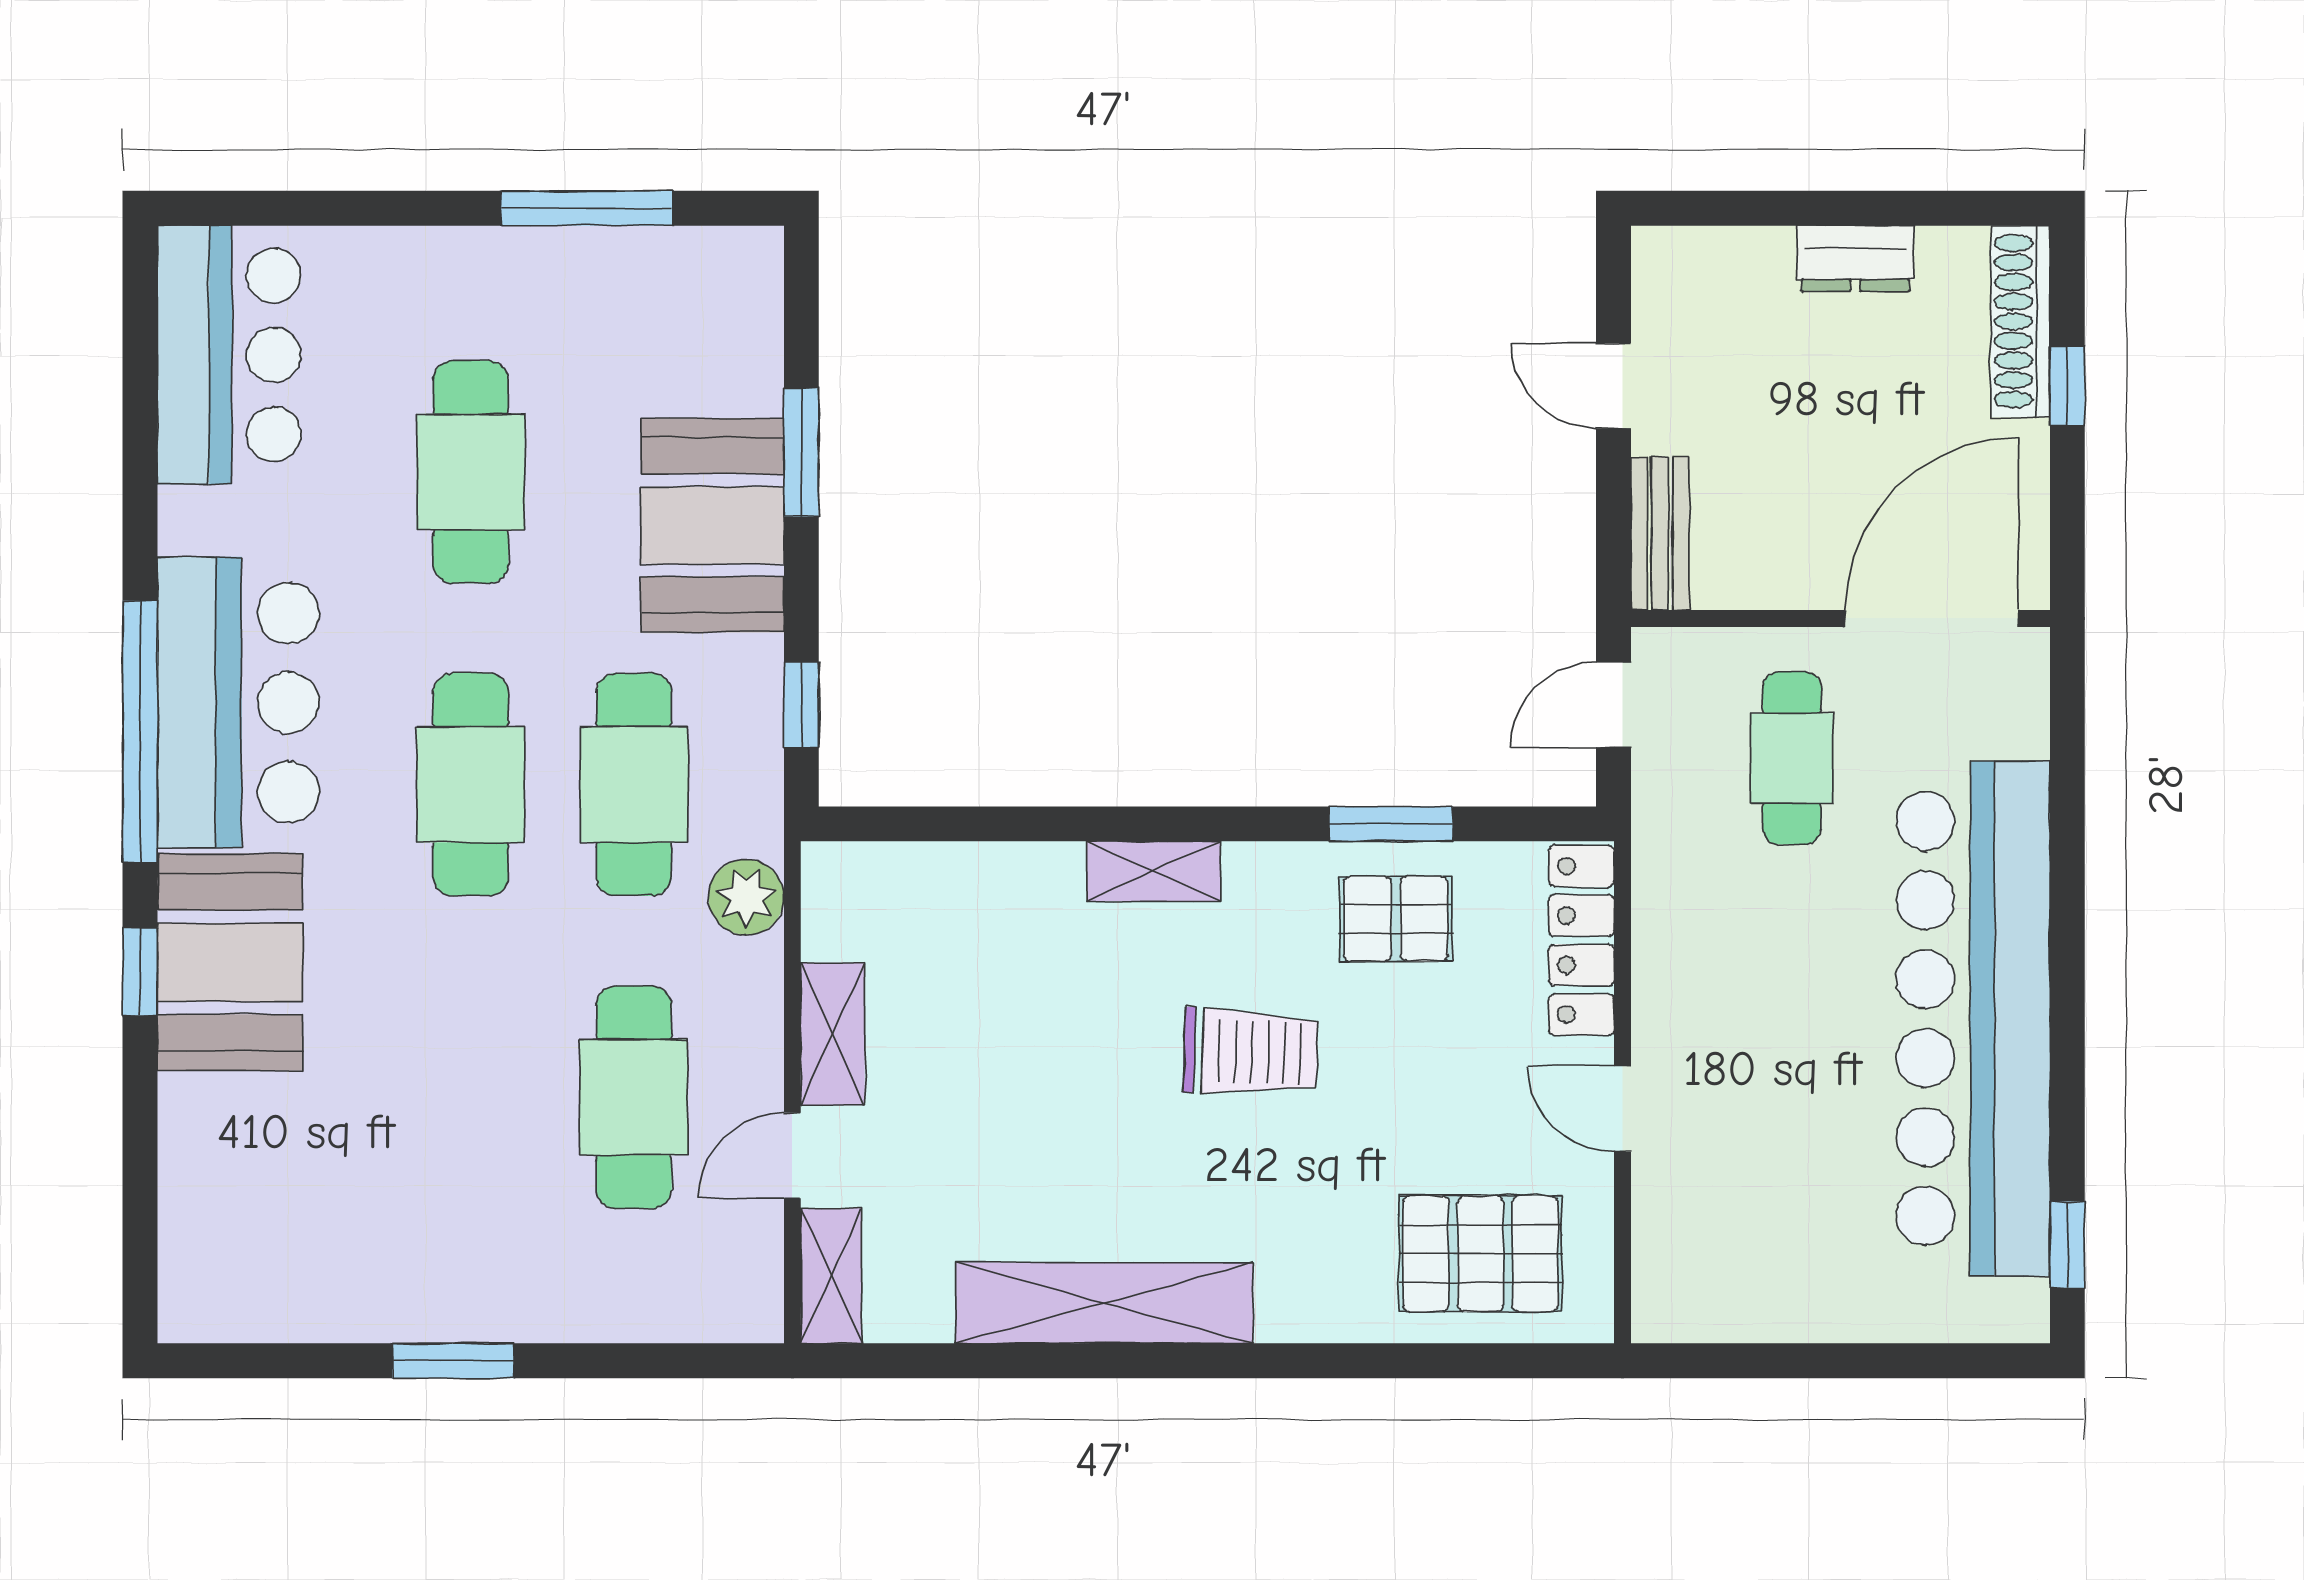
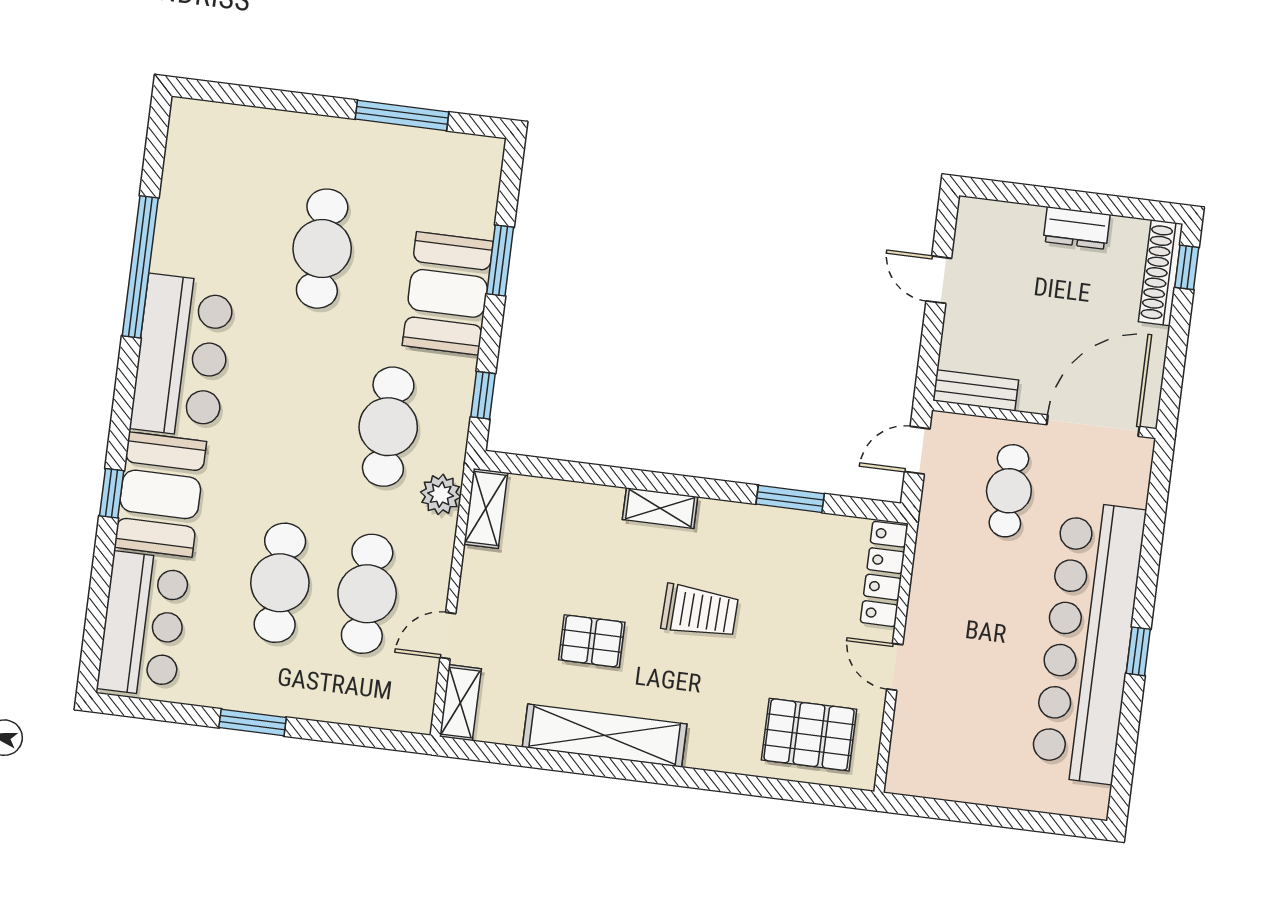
bar counter: (229, 355) -> (143, 624), moved
window: (2067, 386) -> (1187, 267), moved
bench: (1660, 534) -> (976, 390), moved, turned 90
window: (140, 732) -> (140, 267), moved
cafe table: (471, 785) -> (280, 583), moved
pallet: (1396, 919) -> (592, 641), moved
shelving: (833, 1034) -> (486, 508), moved
window: (2067, 1245) -> (1138, 651), moved

